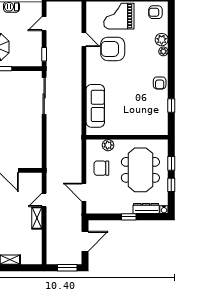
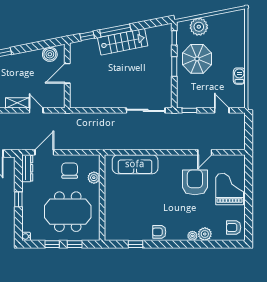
armchair: (155, 12) -> (234, 227), turned -90
dresser: (146, 208) -> (27, 168), moved

